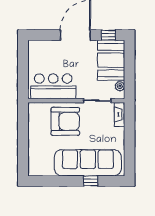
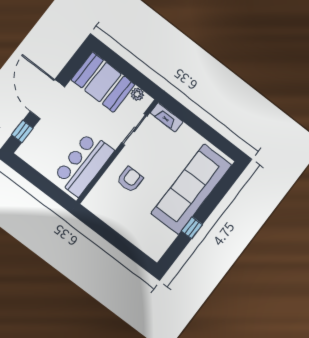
window: (108, 35) -> (22, 131), moved
armchair: (65, 121) -> (130, 180), width x0.53, depth x0.53
window: (91, 181) -> (192, 228), moved

